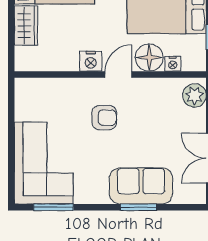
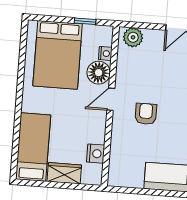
nightstand: (91, 61) -> (96, 154), moved
door: (118, 74) -> (111, 99), hinge flipped

